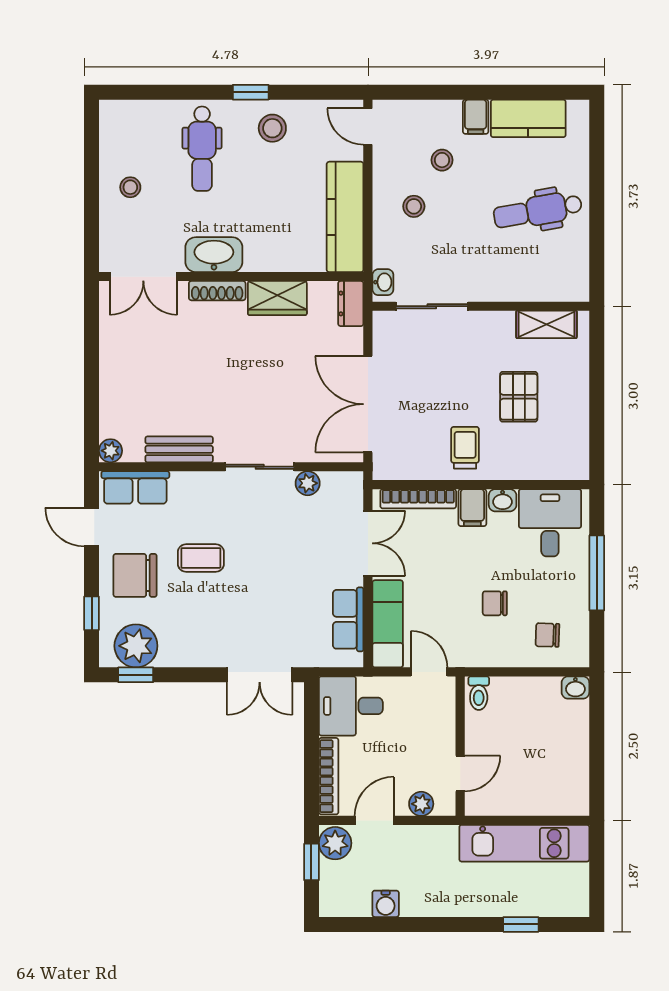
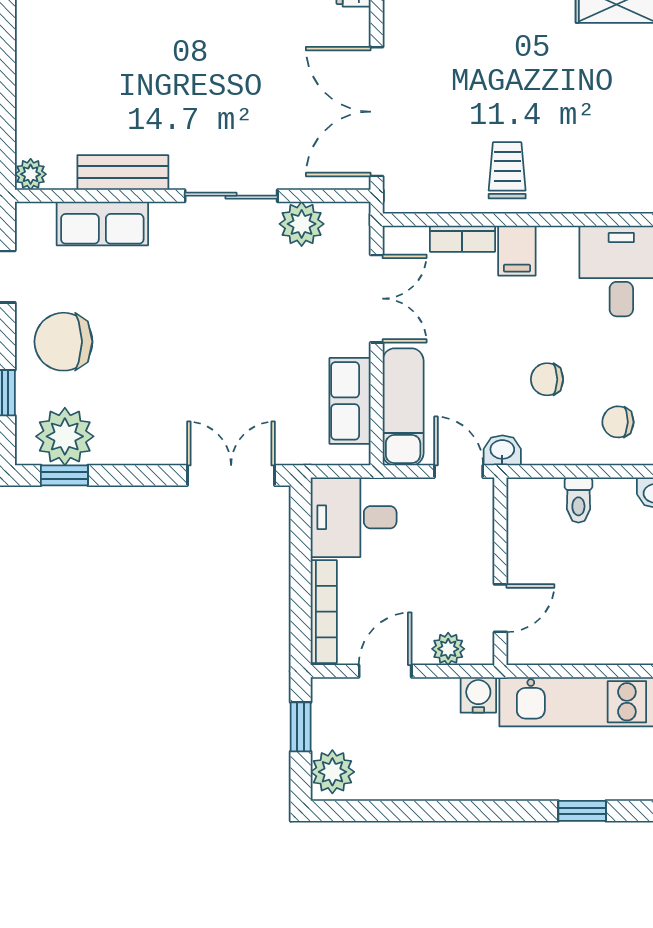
pallet: (519, 397) -> (579, 102), removed
plant: (308, 483) -> (302, 224), width x1.38, depth x1.38
row of seats: (135, 487) -> (102, 224), moved
bookcase: (418, 499) -> (462, 239), width x0.64
washbasin: (503, 500) -> (502, 450), moved, turned 180
coffee table: (201, 558) -> (152, 318), removed
double door: (260, 675) -> (231, 475), swing flipped
toilet: (479, 693) -> (578, 500), moved
plant: (335, 843) -> (332, 772), moved
water cooler: (386, 904) -> (478, 695), moved, turned 180

